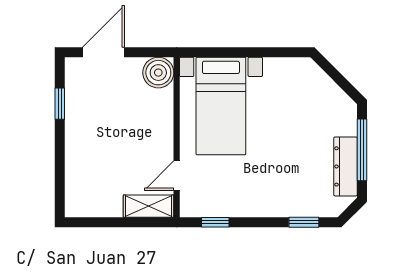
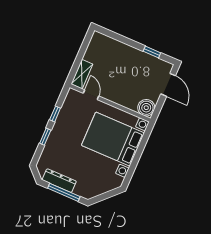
bed with nightstands: (221, 106) -> (113, 139), width x1.36
window: (215, 222) -> (55, 114), moved
window: (304, 222) -> (45, 137), moved

